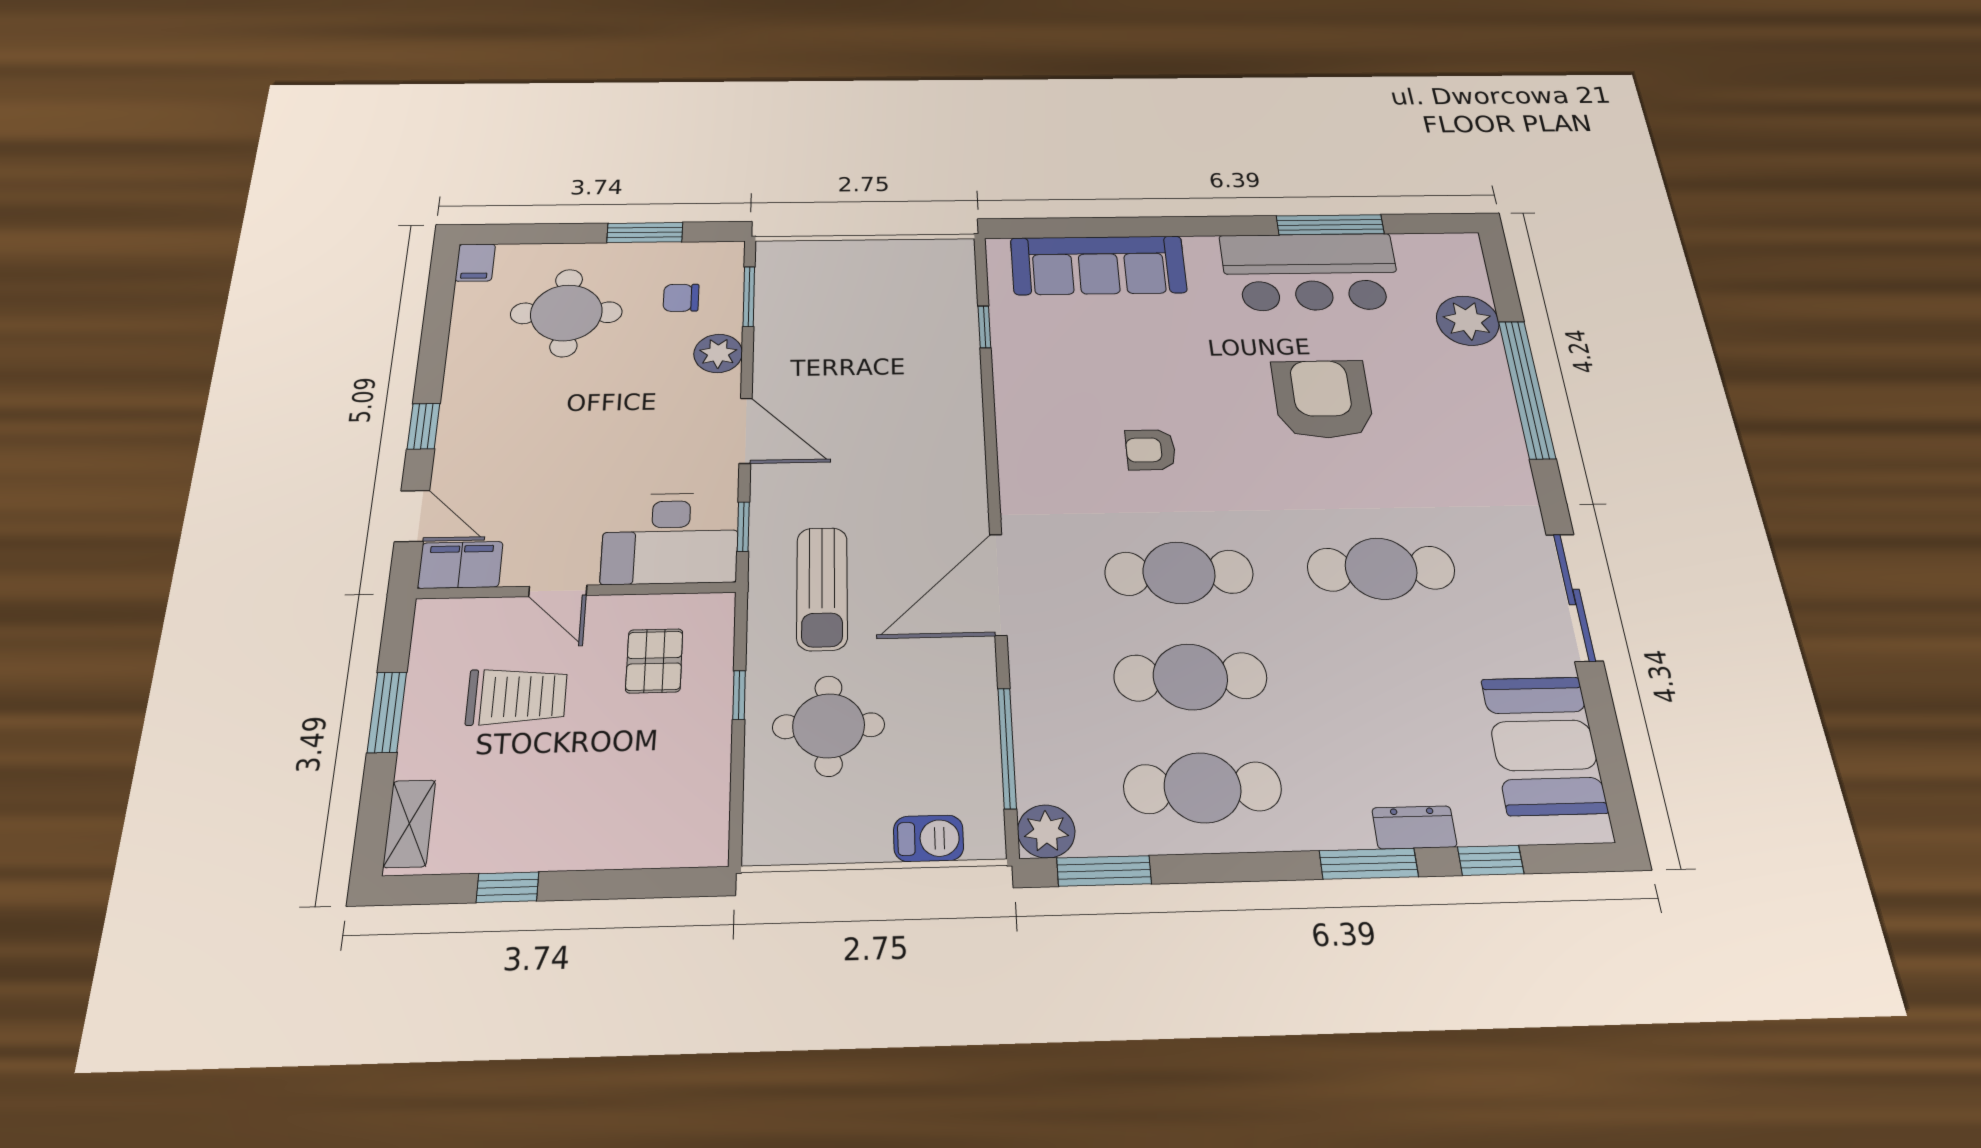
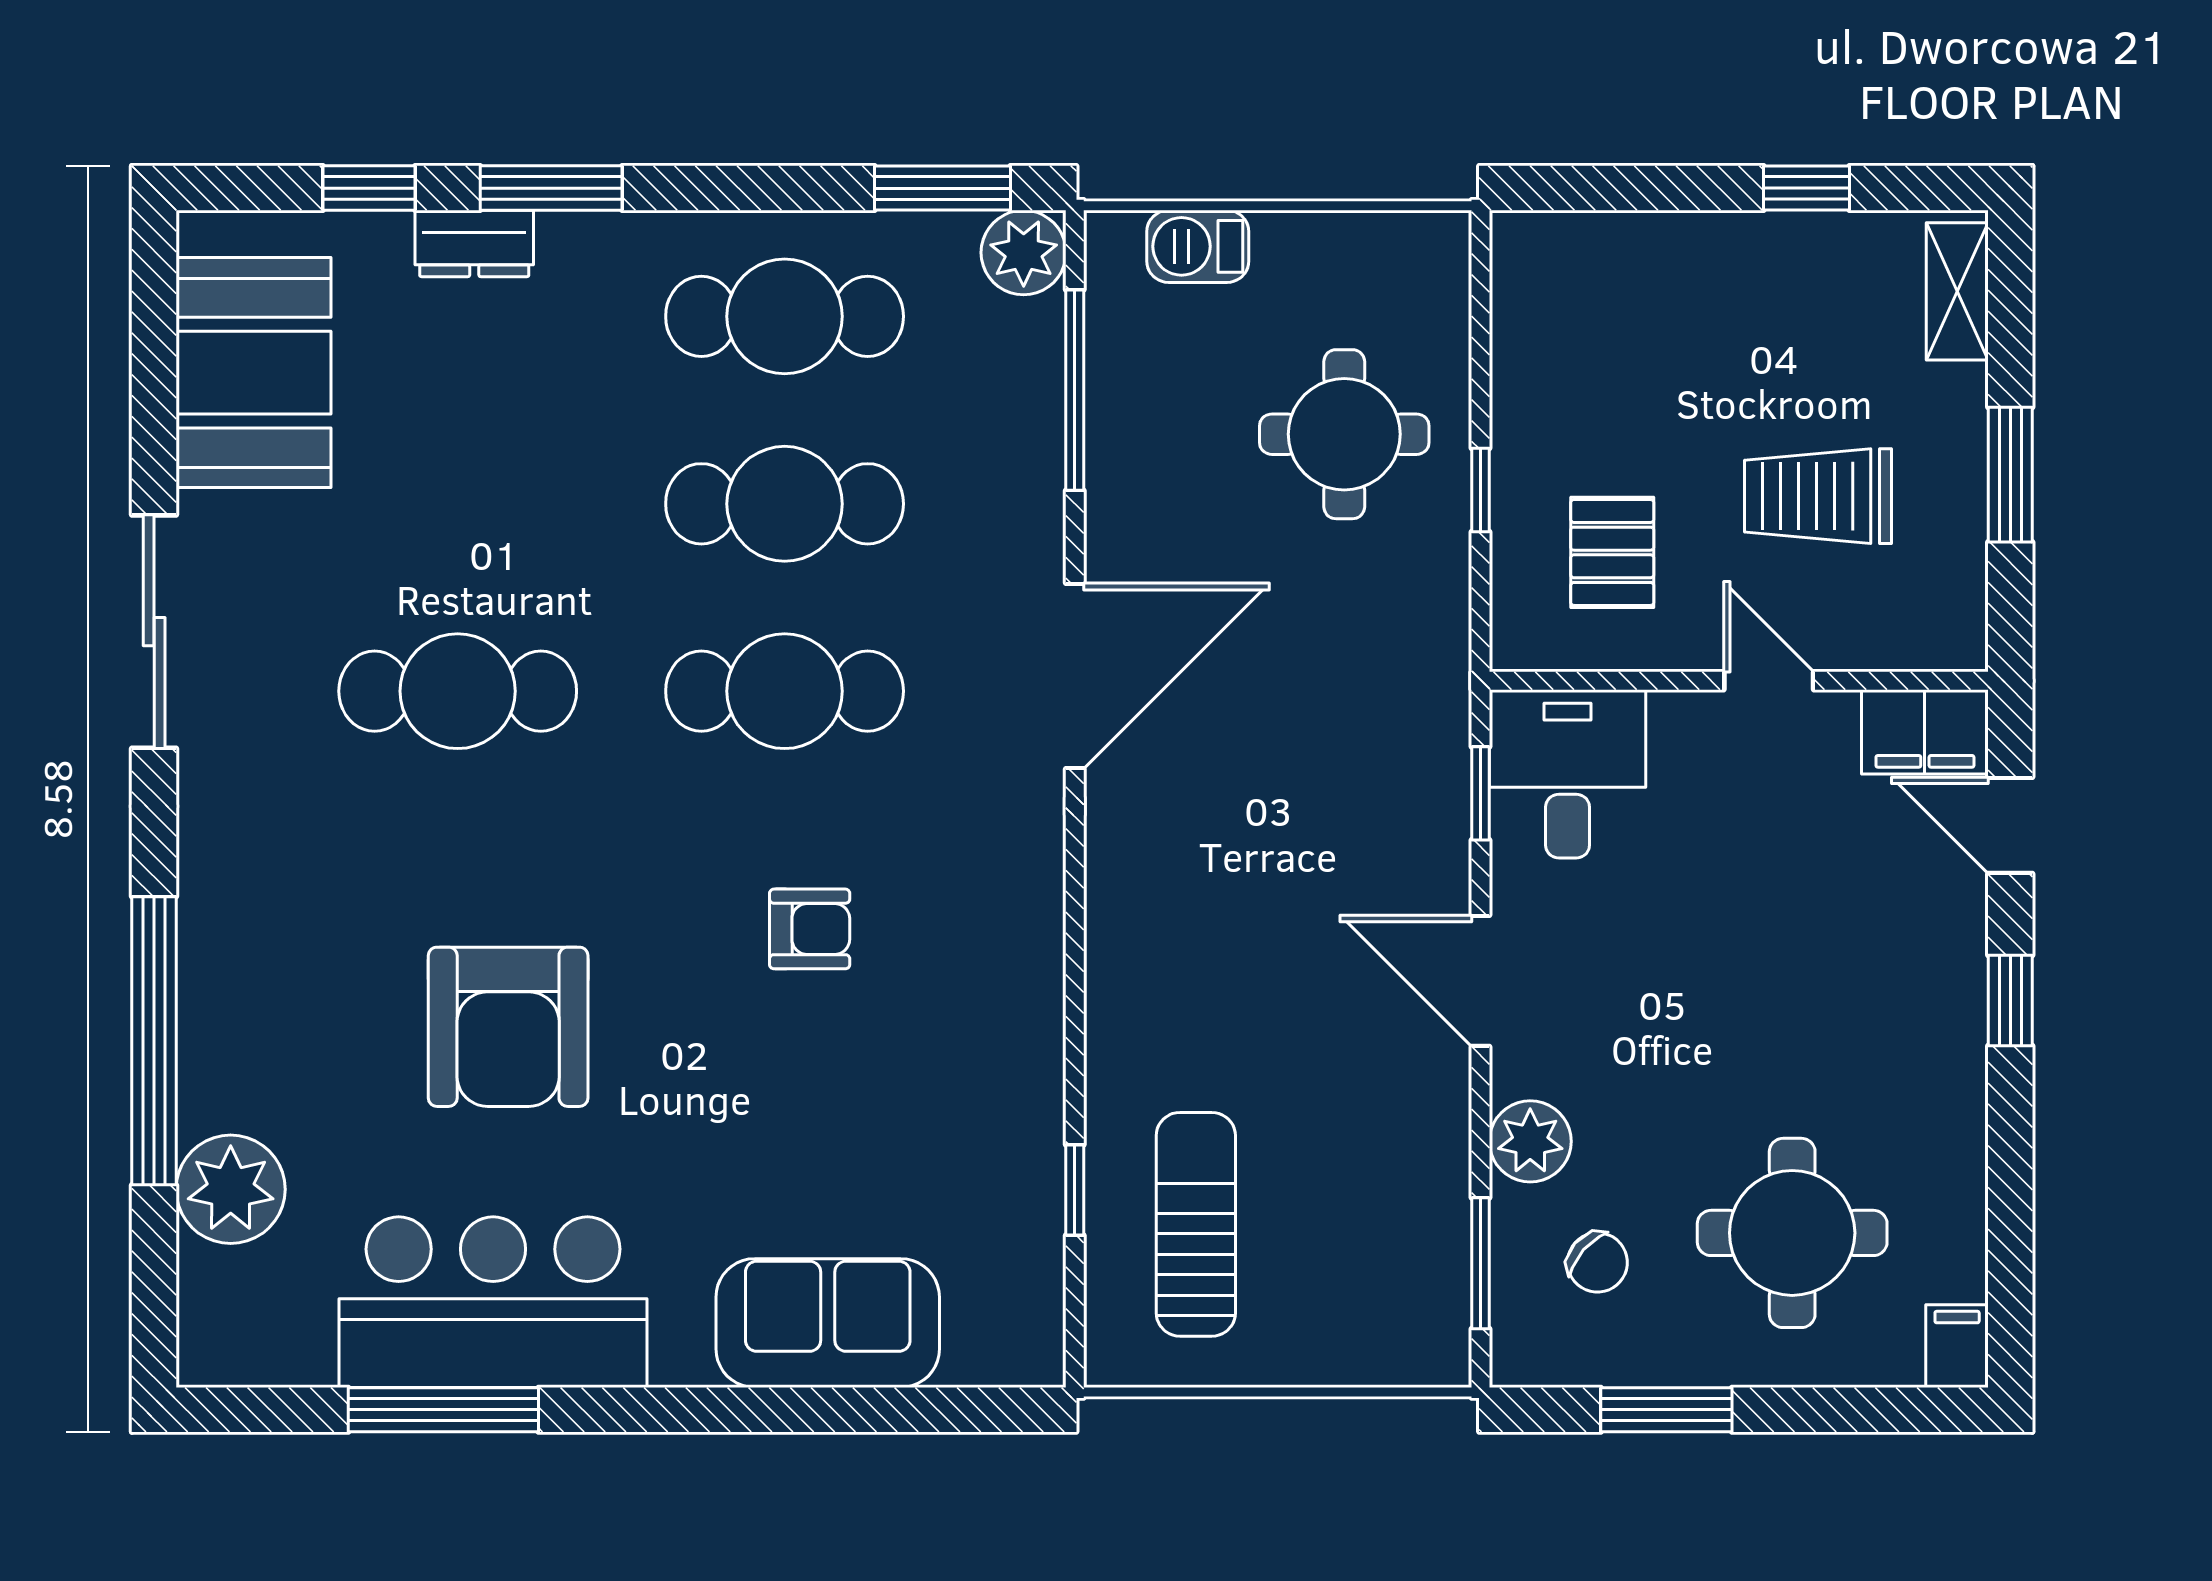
sofa: (1098, 265) -> (828, 1323), width x0.73
chair: (681, 298) -> (1597, 1262), turned 41
desk: (670, 538) -> (1568, 774), width x0.73
sun lounger: (822, 588) -> (1196, 1224), moved

